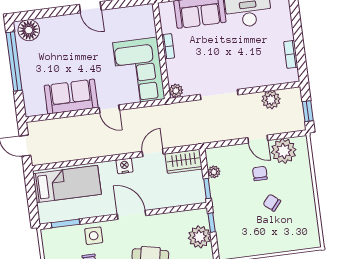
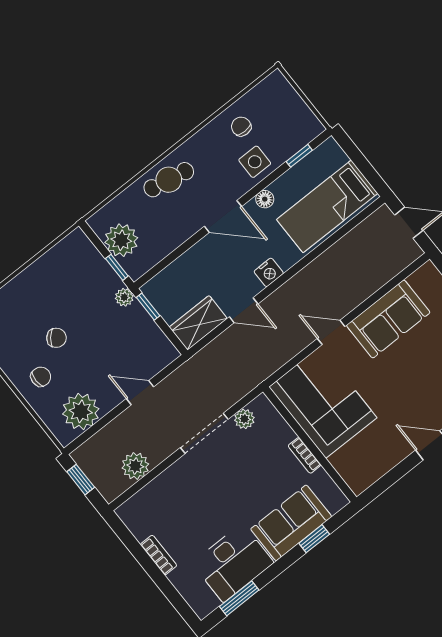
bookcase: (291, 54) -> (159, 555), moved
plant: (176, 91) -> (244, 419), moved
door: (258, 139) -> (140, 393), moved
door: (153, 153) -> (244, 310), hinge flipped
plant: (214, 172) -> (124, 297), moved
chair: (260, 173) -> (41, 377), moved, turned -90
floor lamp: (101, 210) -> (265, 199), added
window: (66, 223) -> (299, 156), width x0.67

